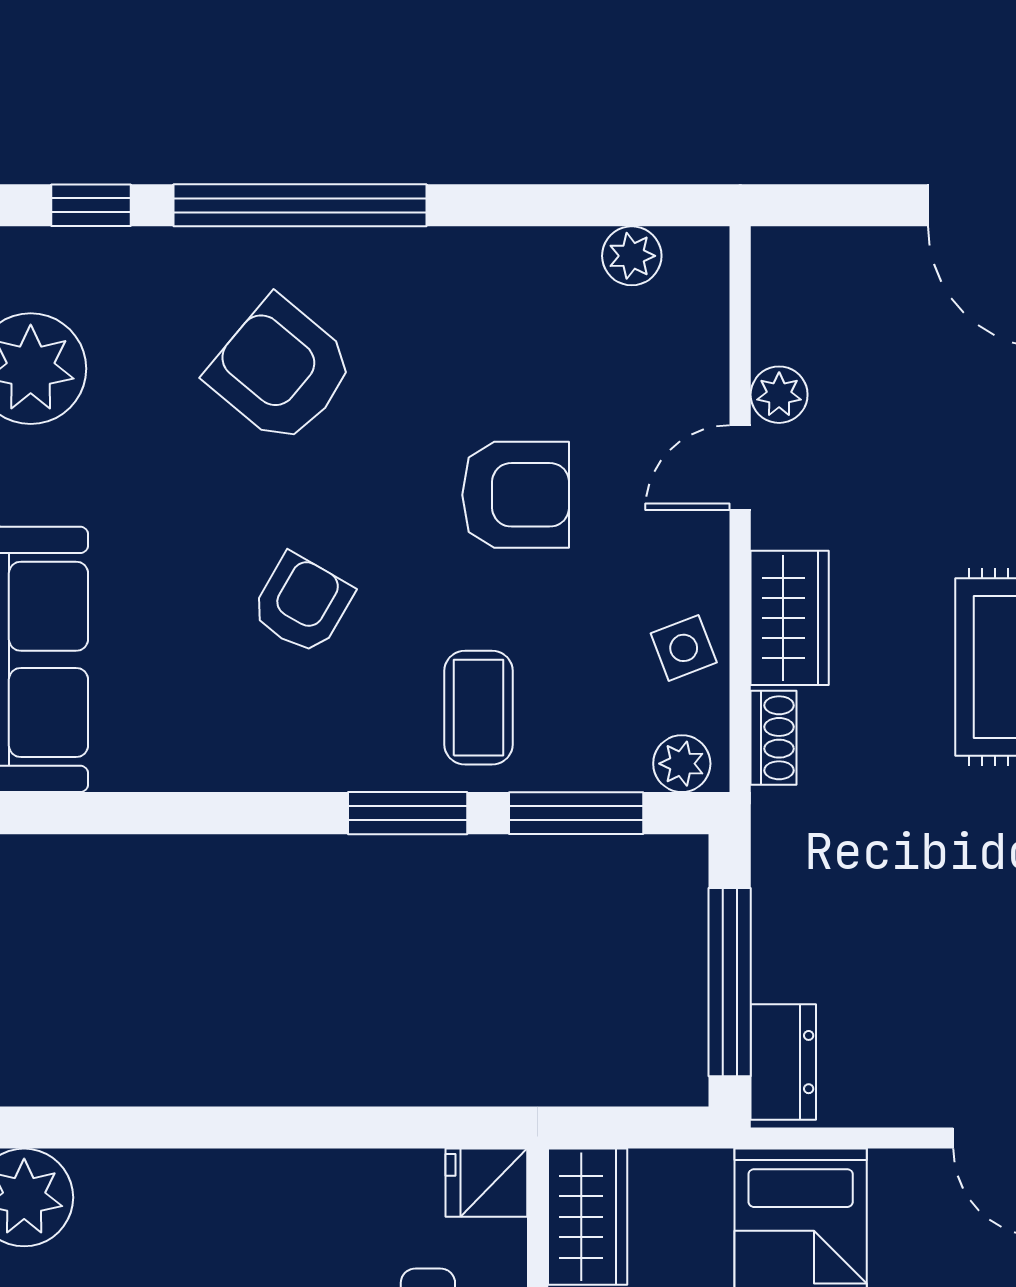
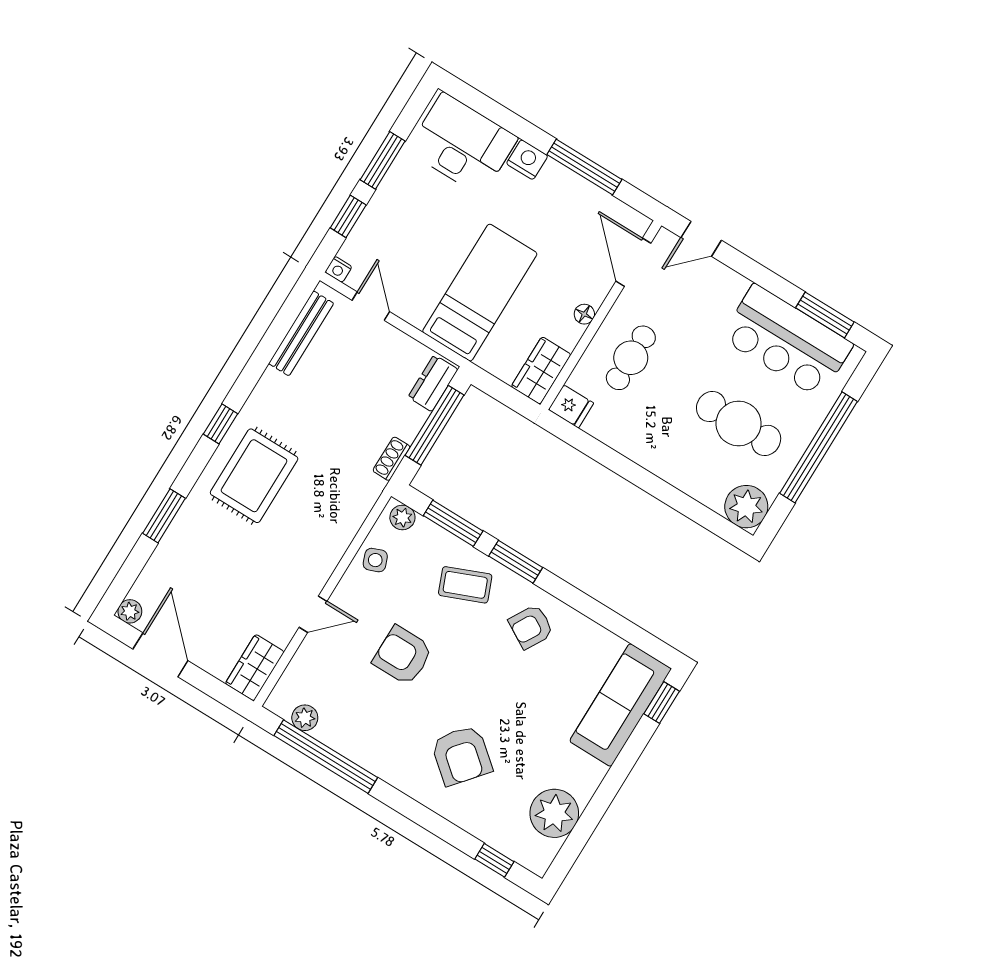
window: (300, 205) -> (326, 757), moved
plant: (779, 395) -> (282, 632), removed
armchair: (302, 604) -> (531, 627), moved
wardrobe: (790, 618) -> (255, 668), moved
coffee table: (479, 708) -> (465, 585), turned 68
shoe rack: (774, 738) -> (392, 459), moved

